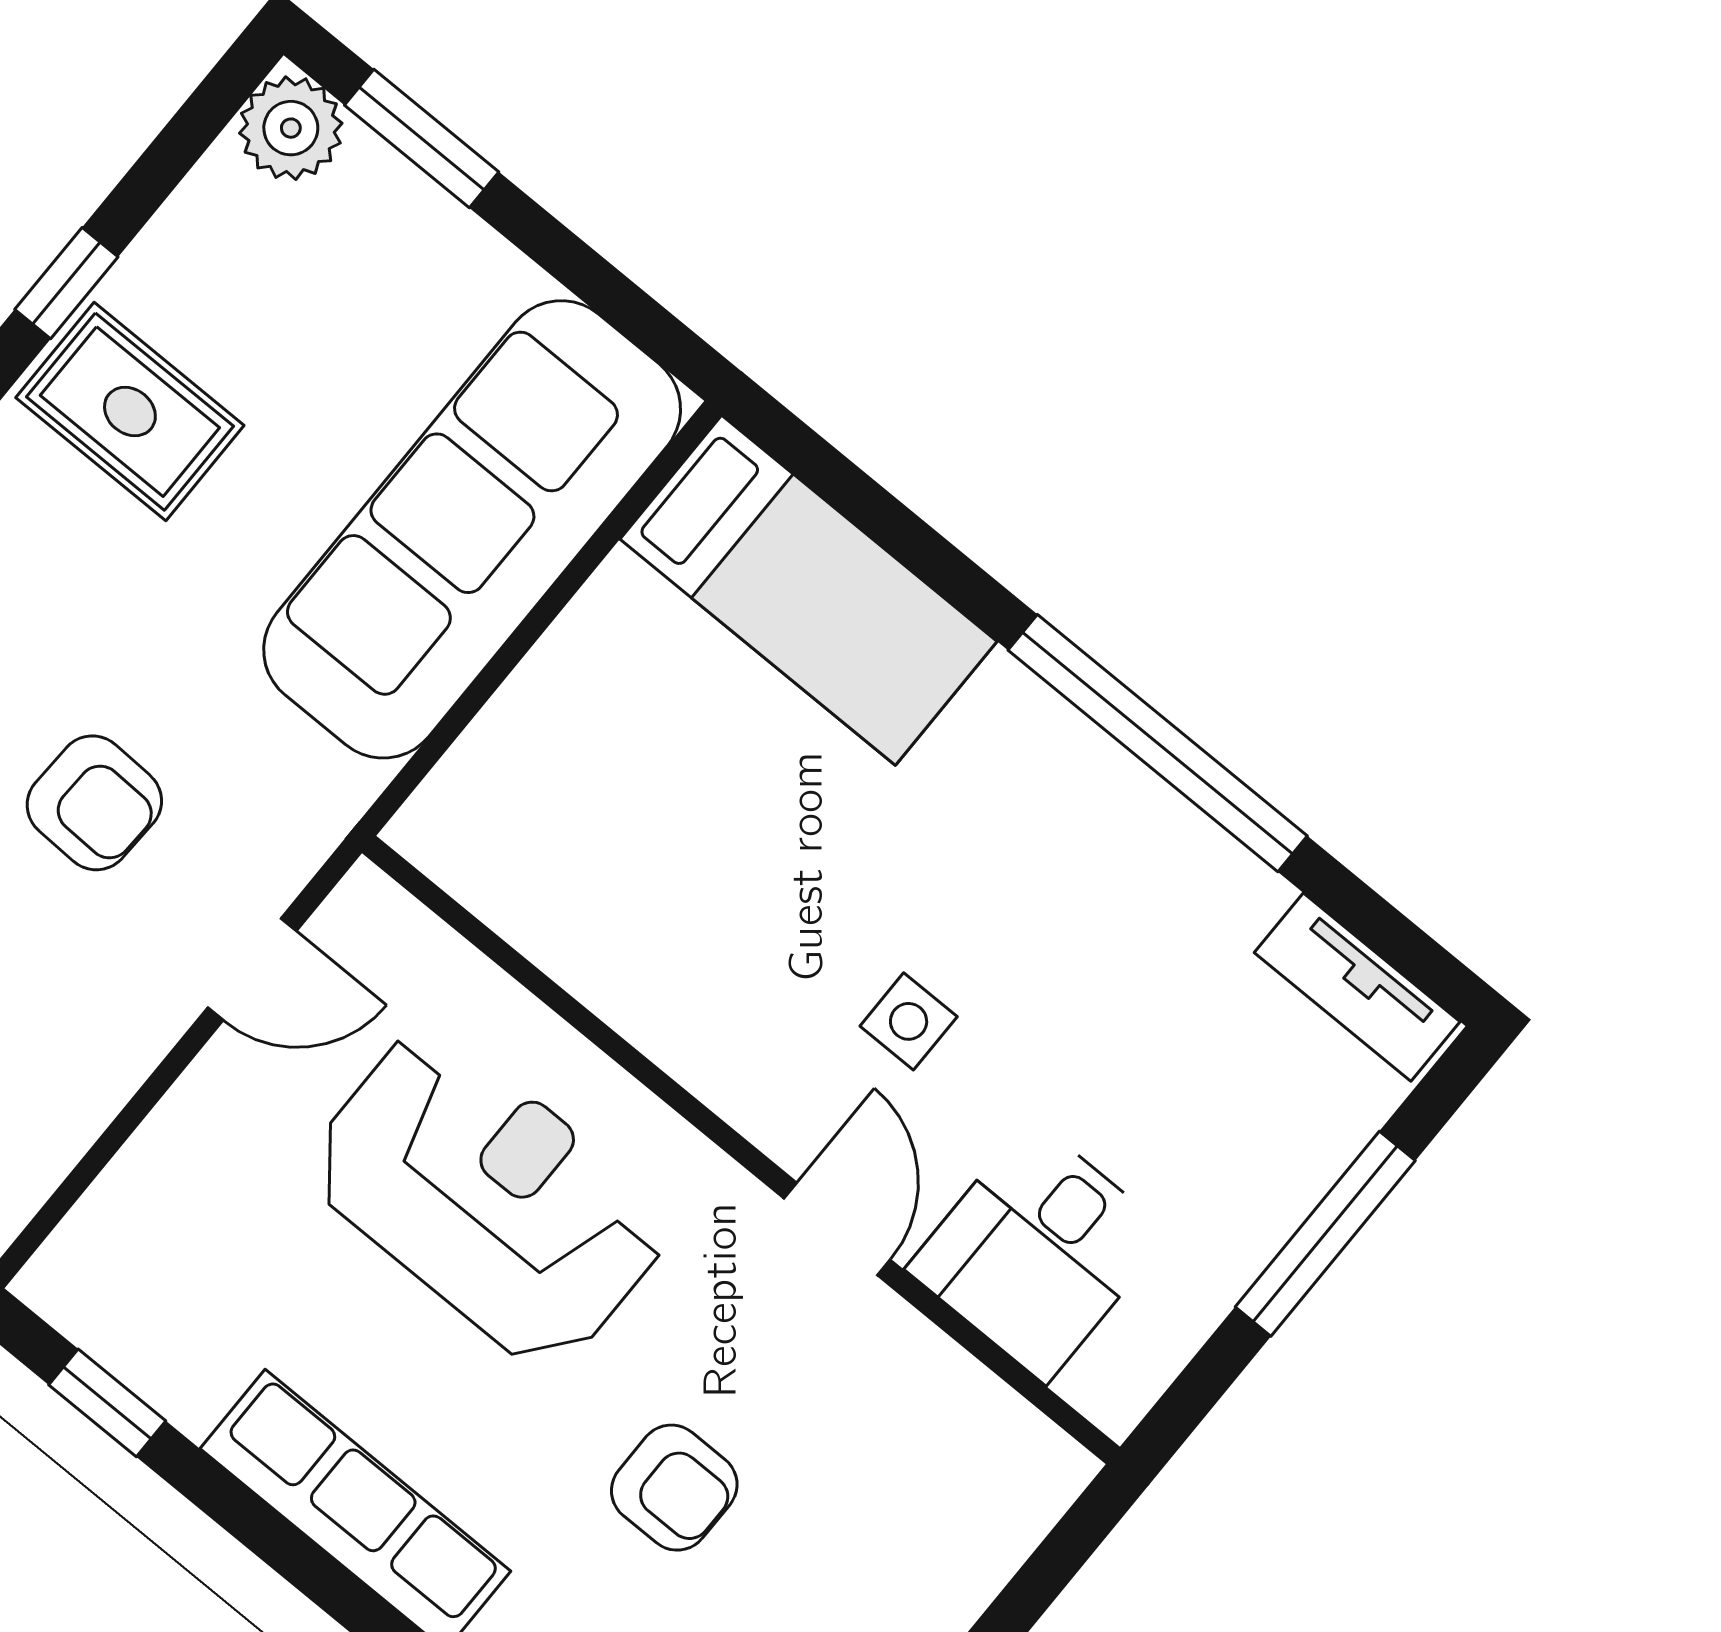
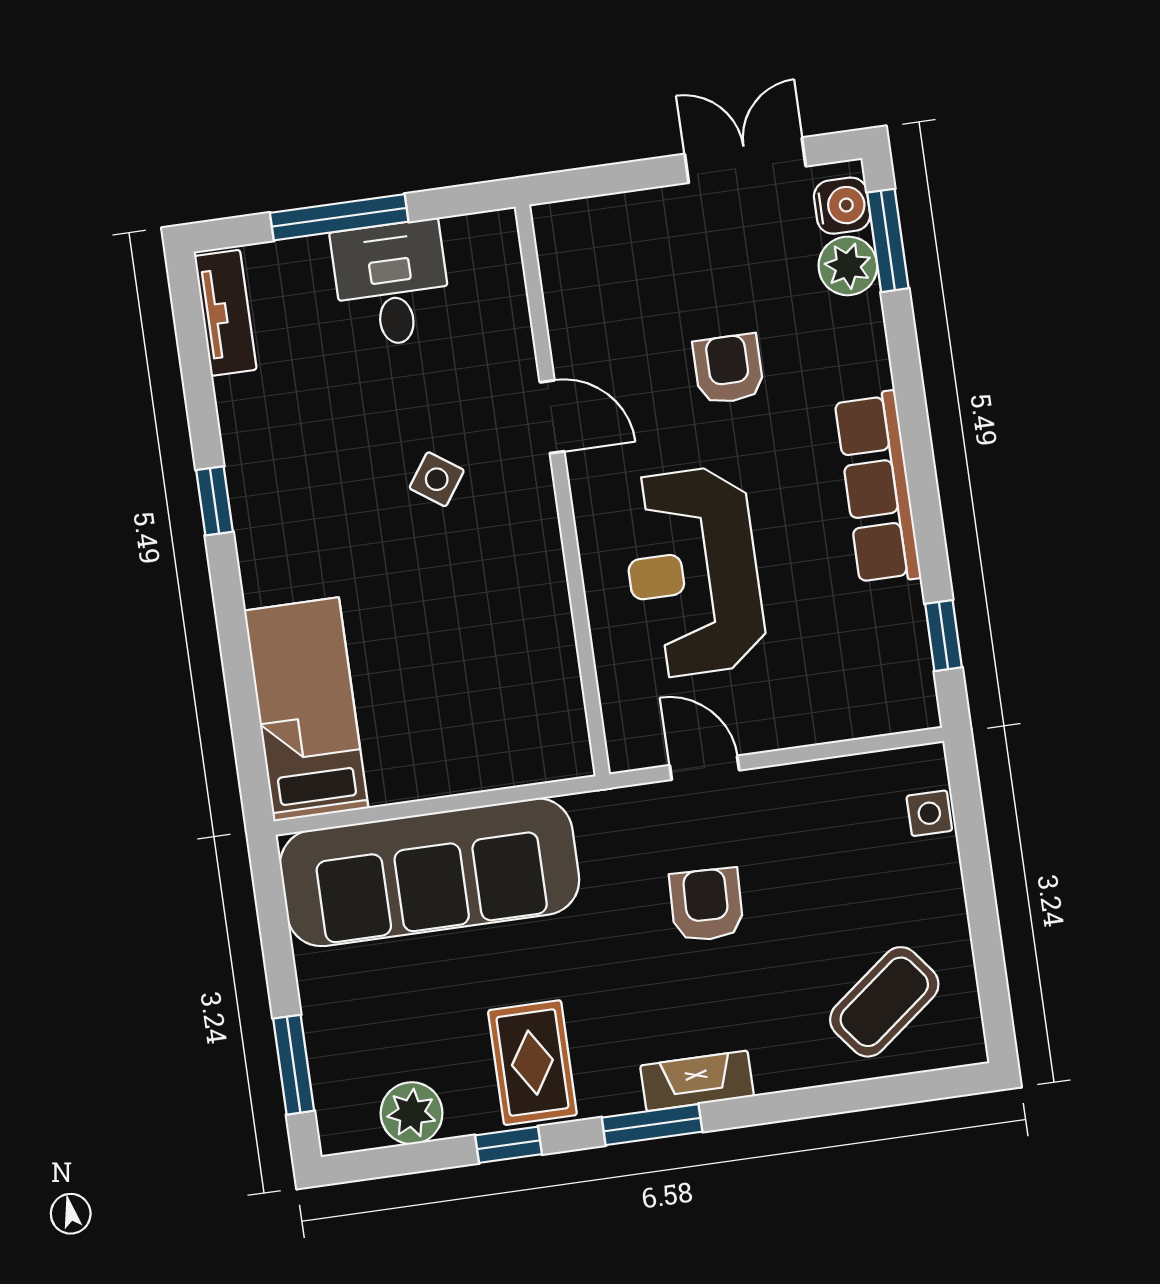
plant: (291, 128) -> (412, 1113), moved
window: (1158, 743) -> (214, 501), width x0.32
side table: (909, 1021) -> (437, 479), turned 35
door: (837, 1229) -> (552, 417), swing flipped
desk: (1038, 1251) -> (392, 284), moved, turned -90

